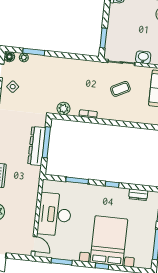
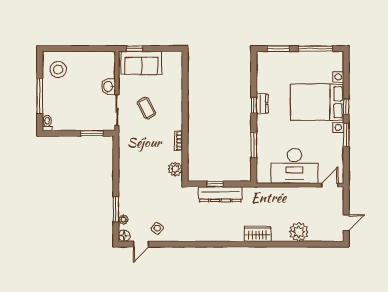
window: (46, 142) -> (215, 184), width x0.46
dresser: (138, 195) -> (262, 104), moved
window: (62, 262) -> (346, 135), moved

